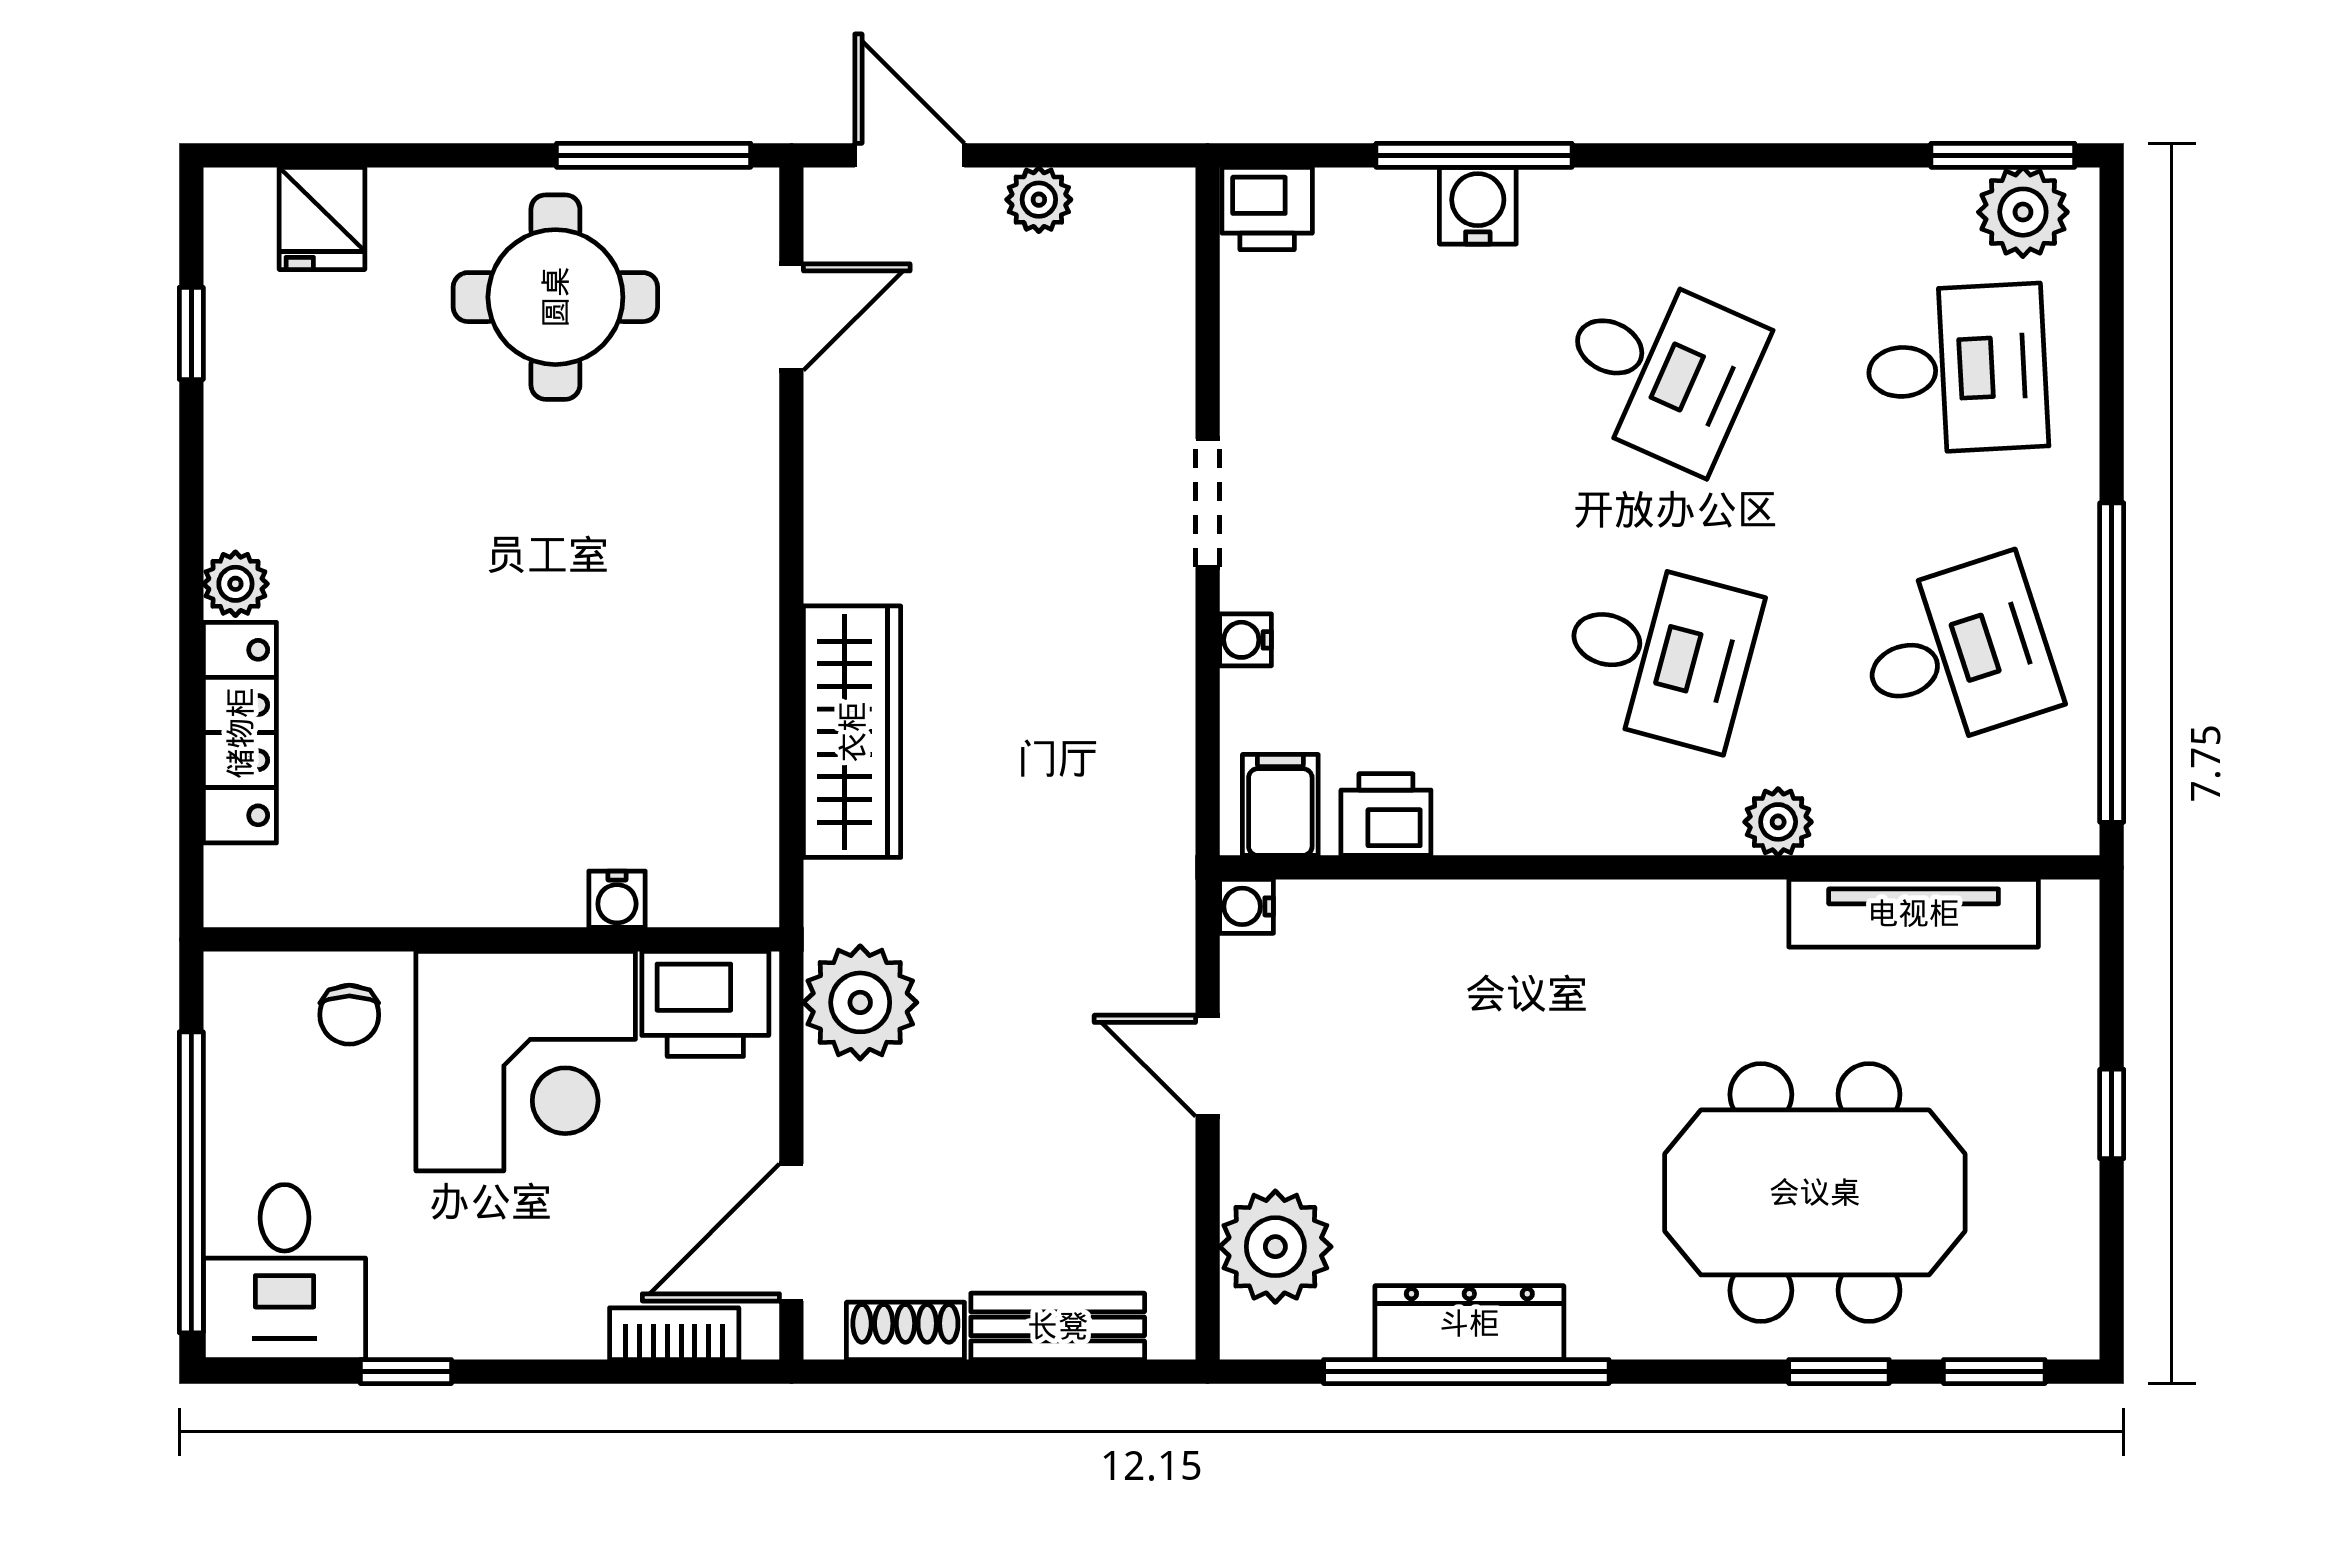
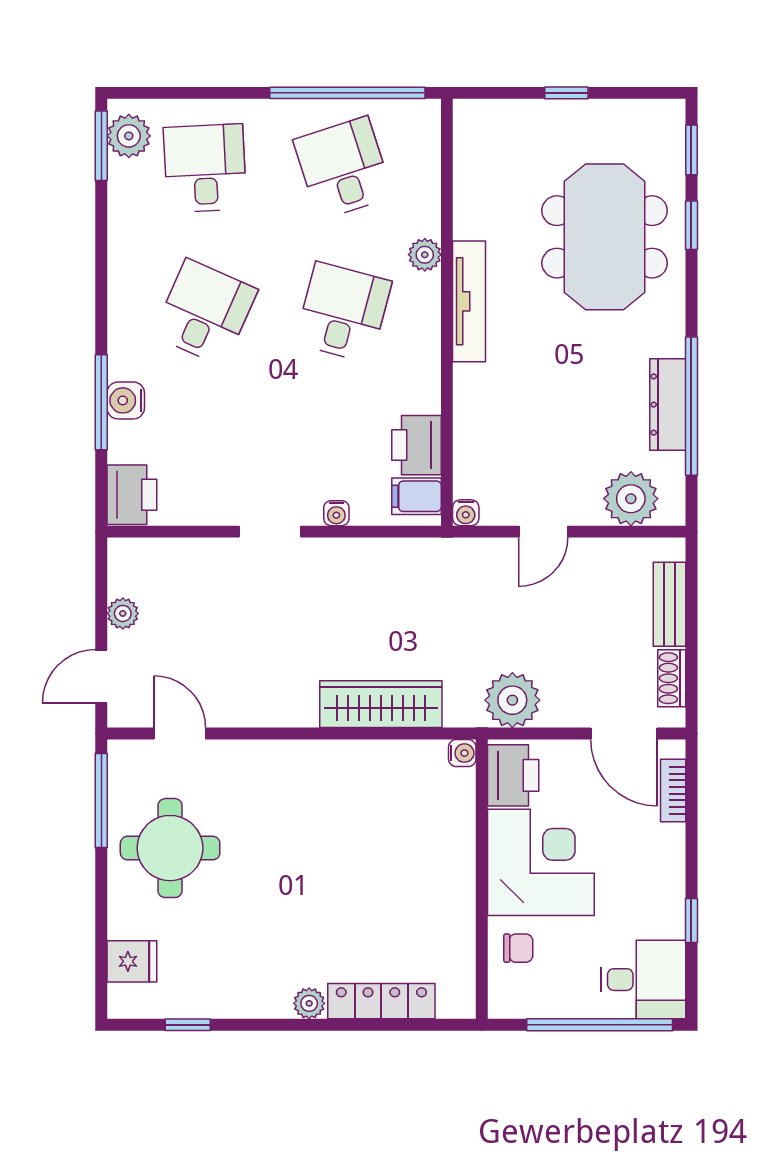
printer: (1267, 209) -> (132, 495), width x1.36, depth x1.24
printer: (1386, 815) -> (416, 445), width x1.36, depth x1.24
water cooler: (617, 899) -> (462, 753), moved
tv unit: (1914, 913) -> (469, 301), moved

